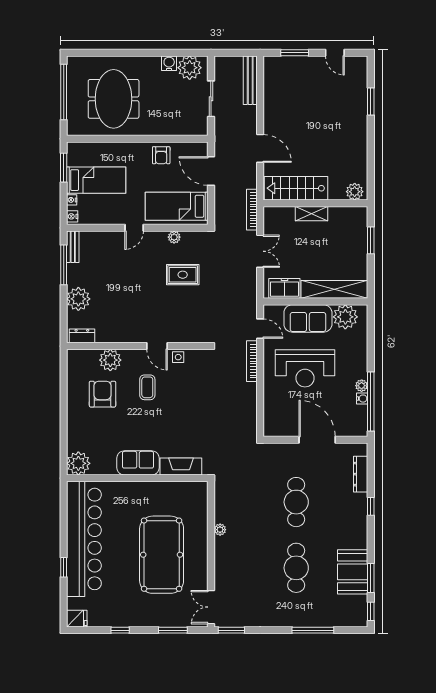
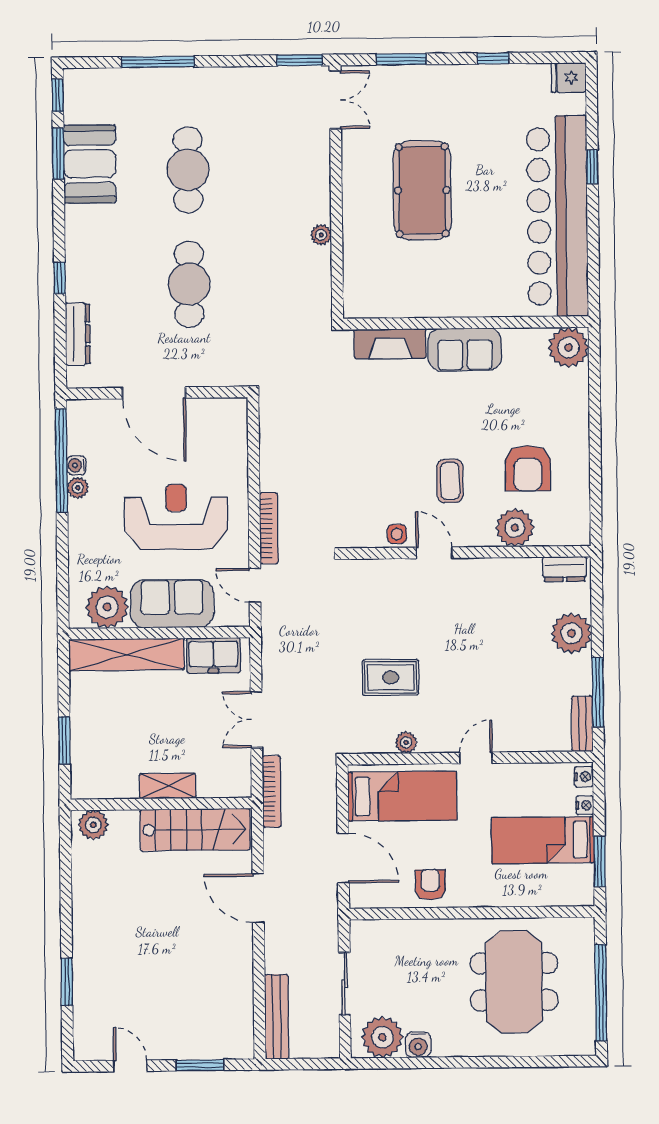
pool table: (162, 555) -> (422, 190), width x0.73, depth x0.76

